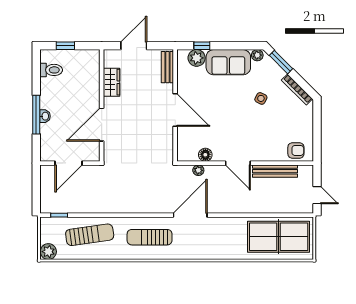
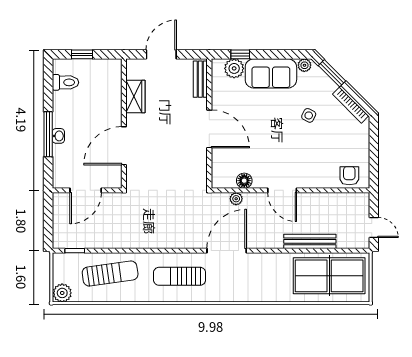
armchair: (296, 150) -> (349, 176), turned -90
bench: (275, 171) -> (310, 241), moved

